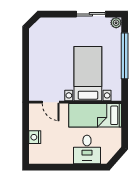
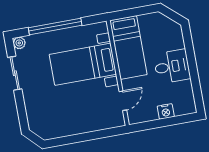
desk: (87, 149) -> (172, 66), moved

